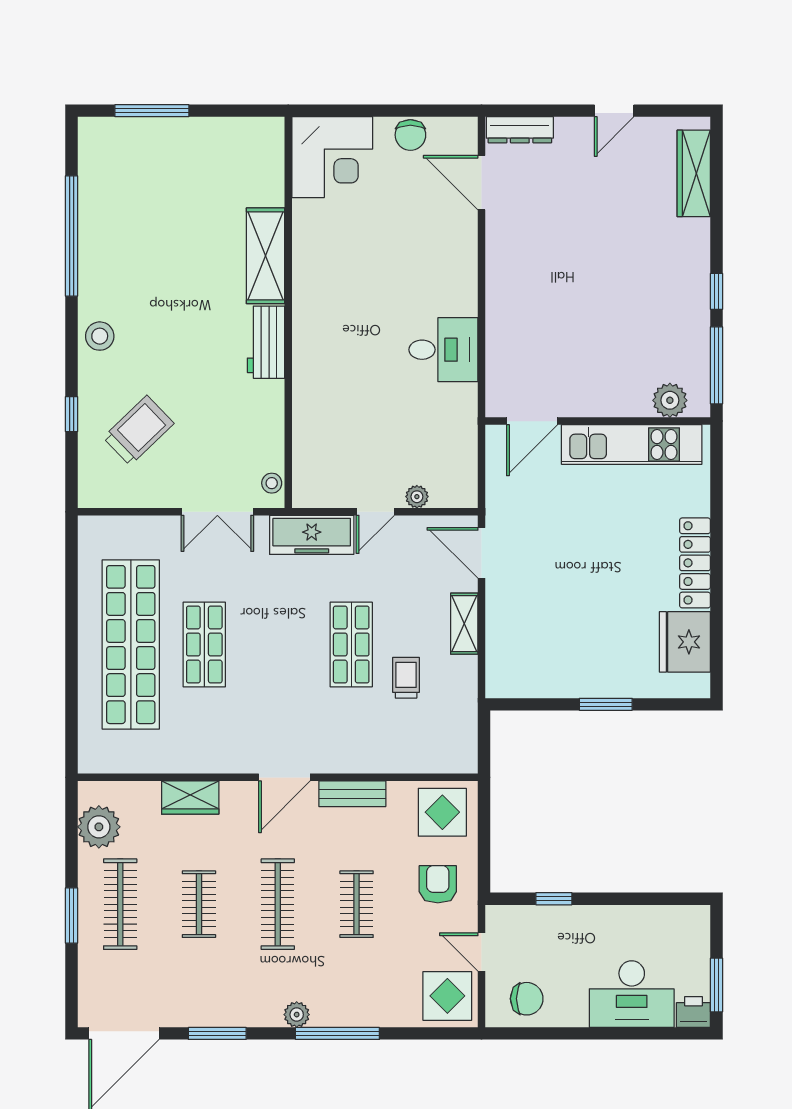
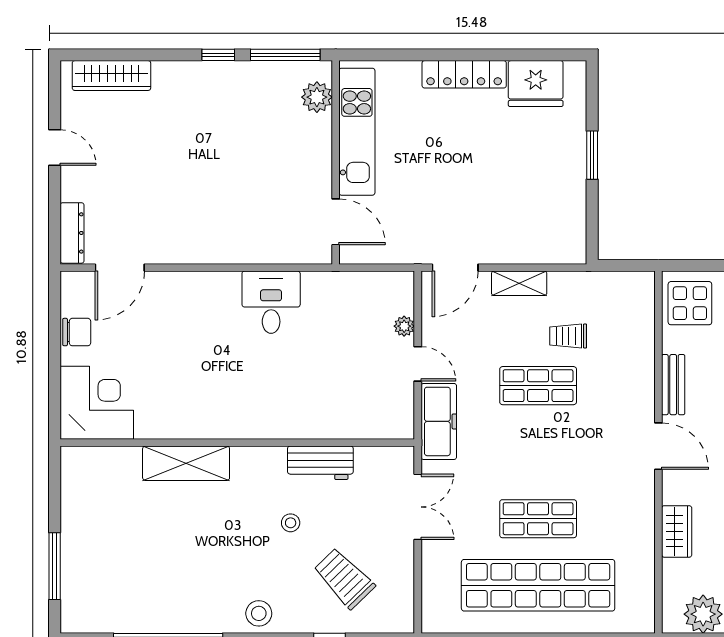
workbench: (266, 342) -> (320, 463), moved
stool: (272, 483) -> (291, 523), moved

